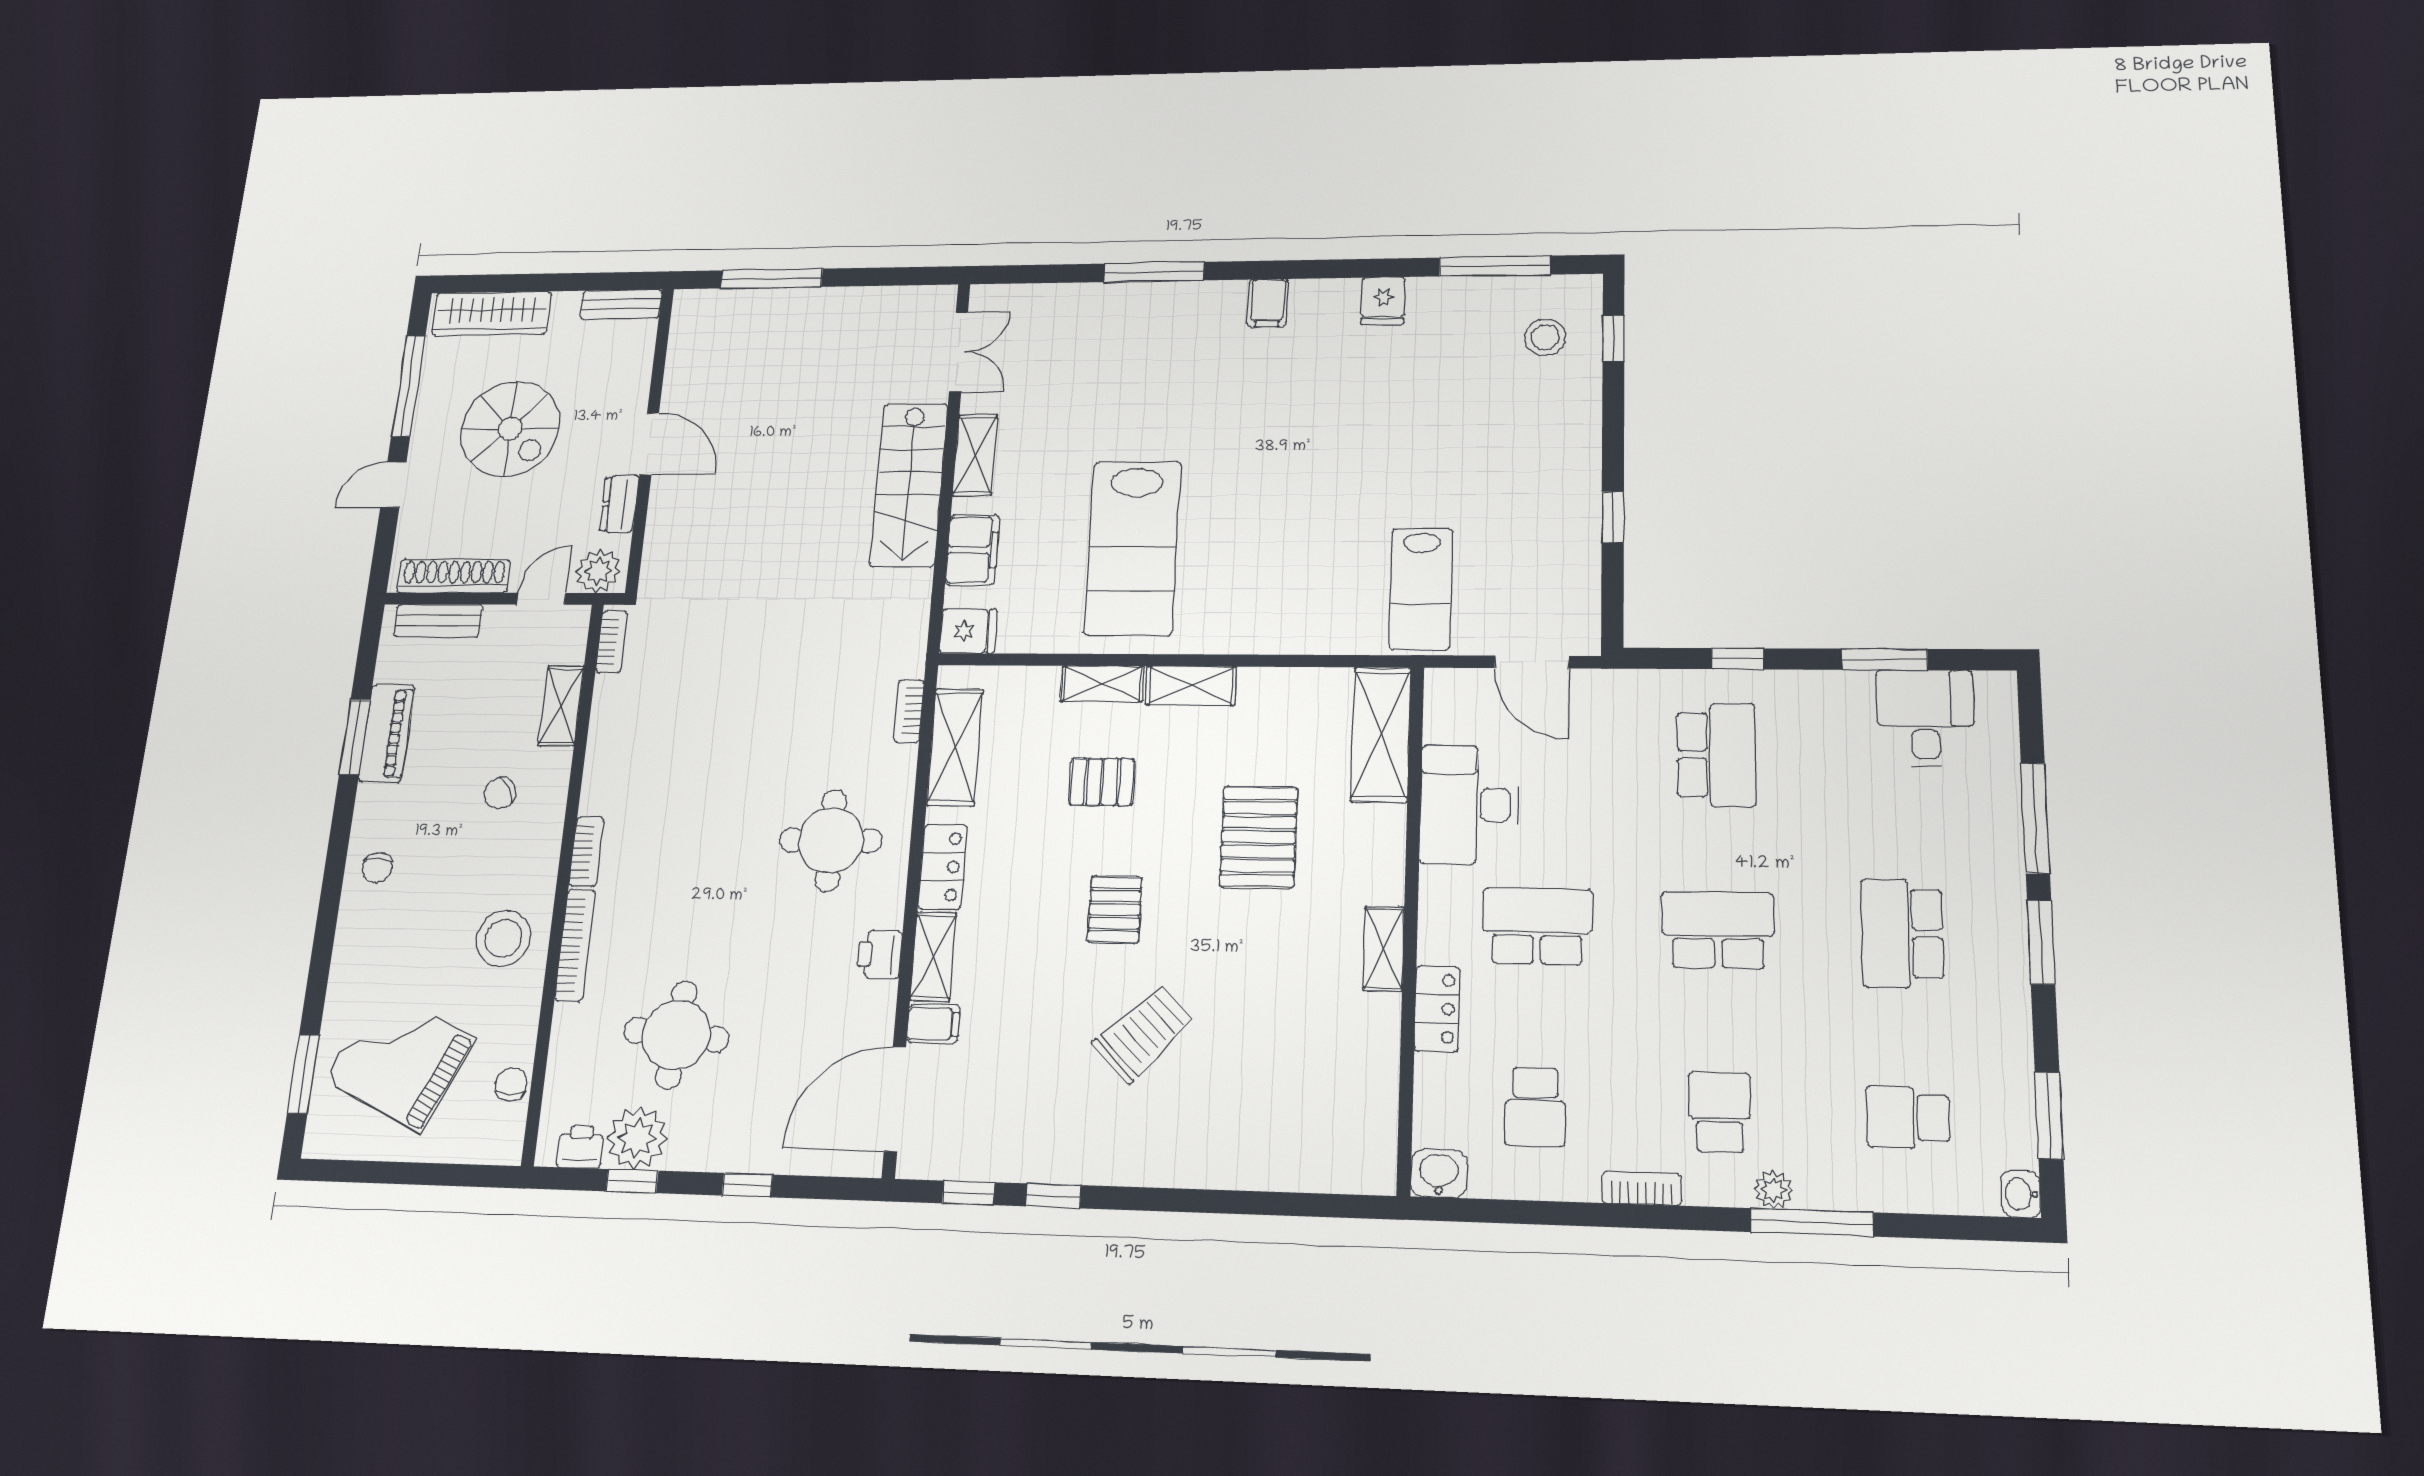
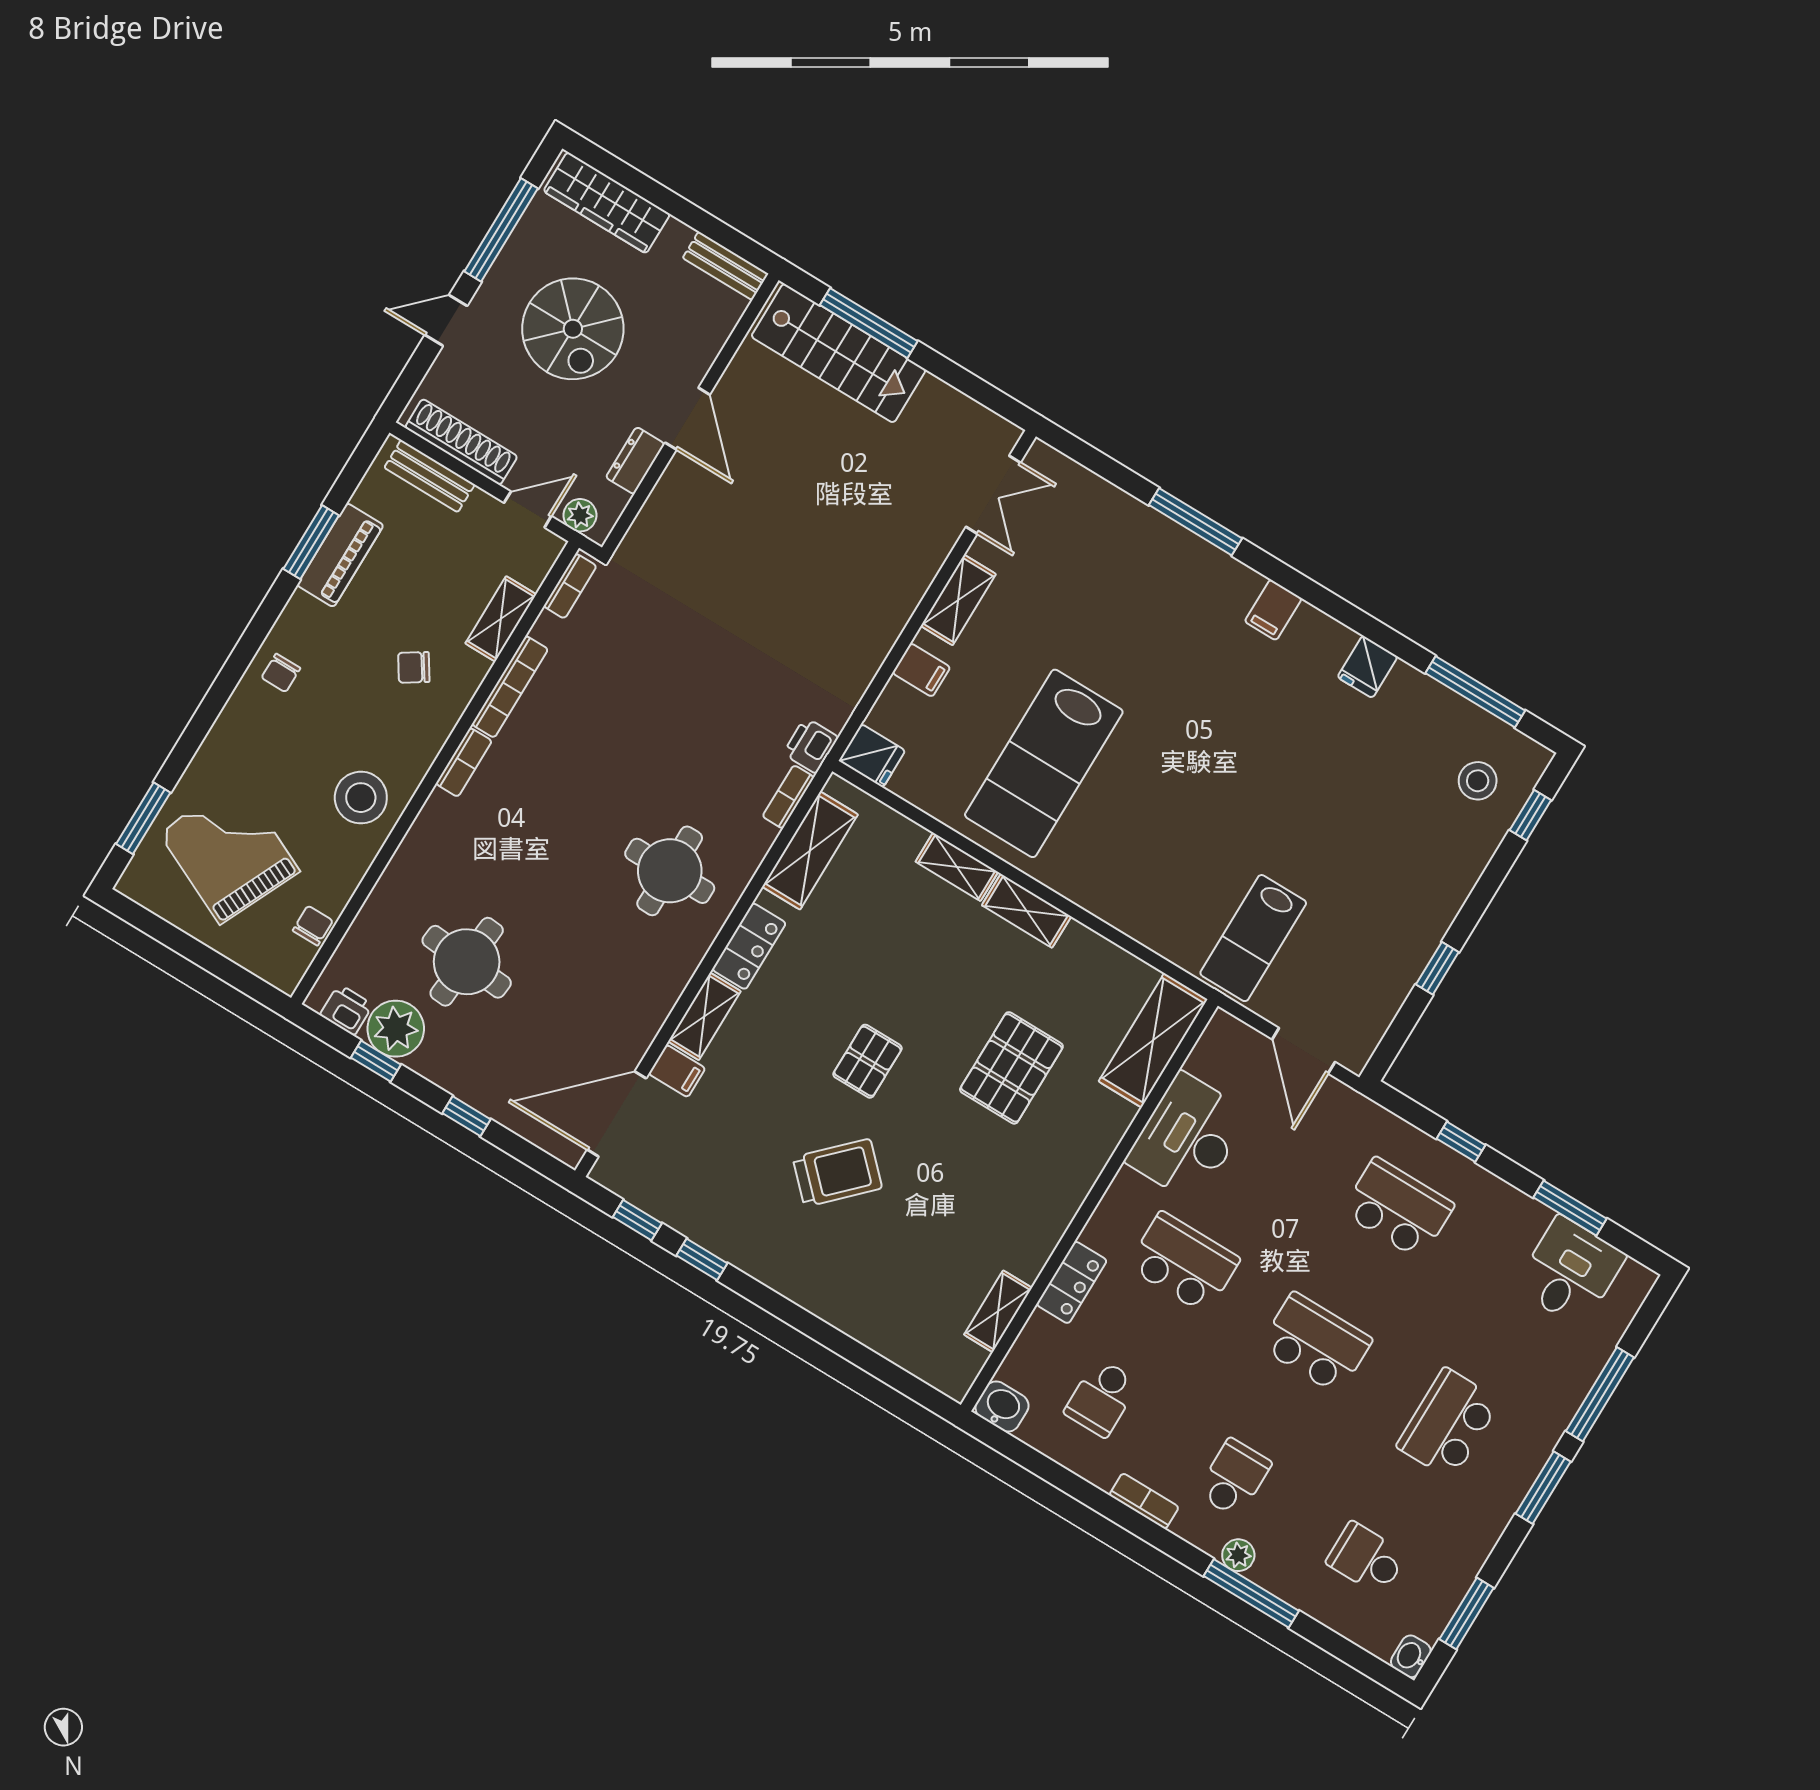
stairs: (909, 485) -> (838, 353), moved, turned -90
filing cabinet: (972, 550) -> (921, 670), width x0.50
plant: (598, 571) -> (580, 515), width x0.73, depth x0.73
school desk: (1716, 755) -> (1398, 1208), turned -90
pallet: (1102, 782) -> (913, 950), removed
bookcase: (575, 945) -> (510, 687), moved
shelving: (1384, 949) -> (998, 1311), moved
printer: (879, 954) -> (811, 745), moved

